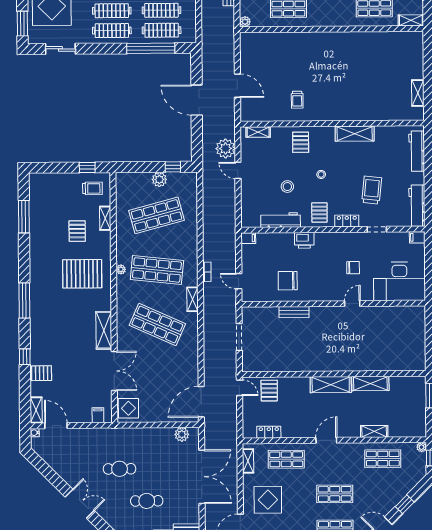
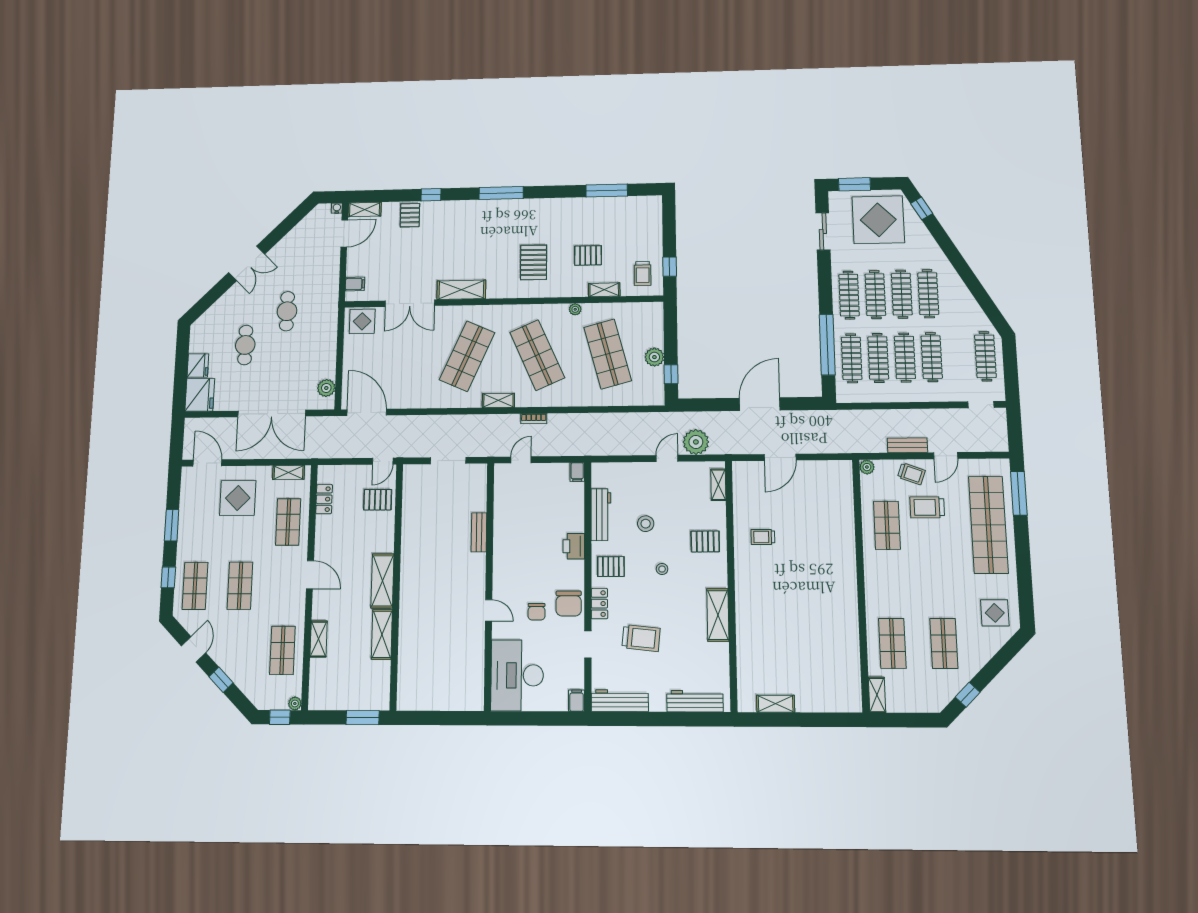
plant: (121, 269) -> (575, 309), moved
shop shelf: (157, 270) -> (537, 355), turned -30
pallet: (82, 274) -> (534, 262), width x0.73, depth x0.71
chair: (288, 281) -> (569, 603), moved, turned 180

